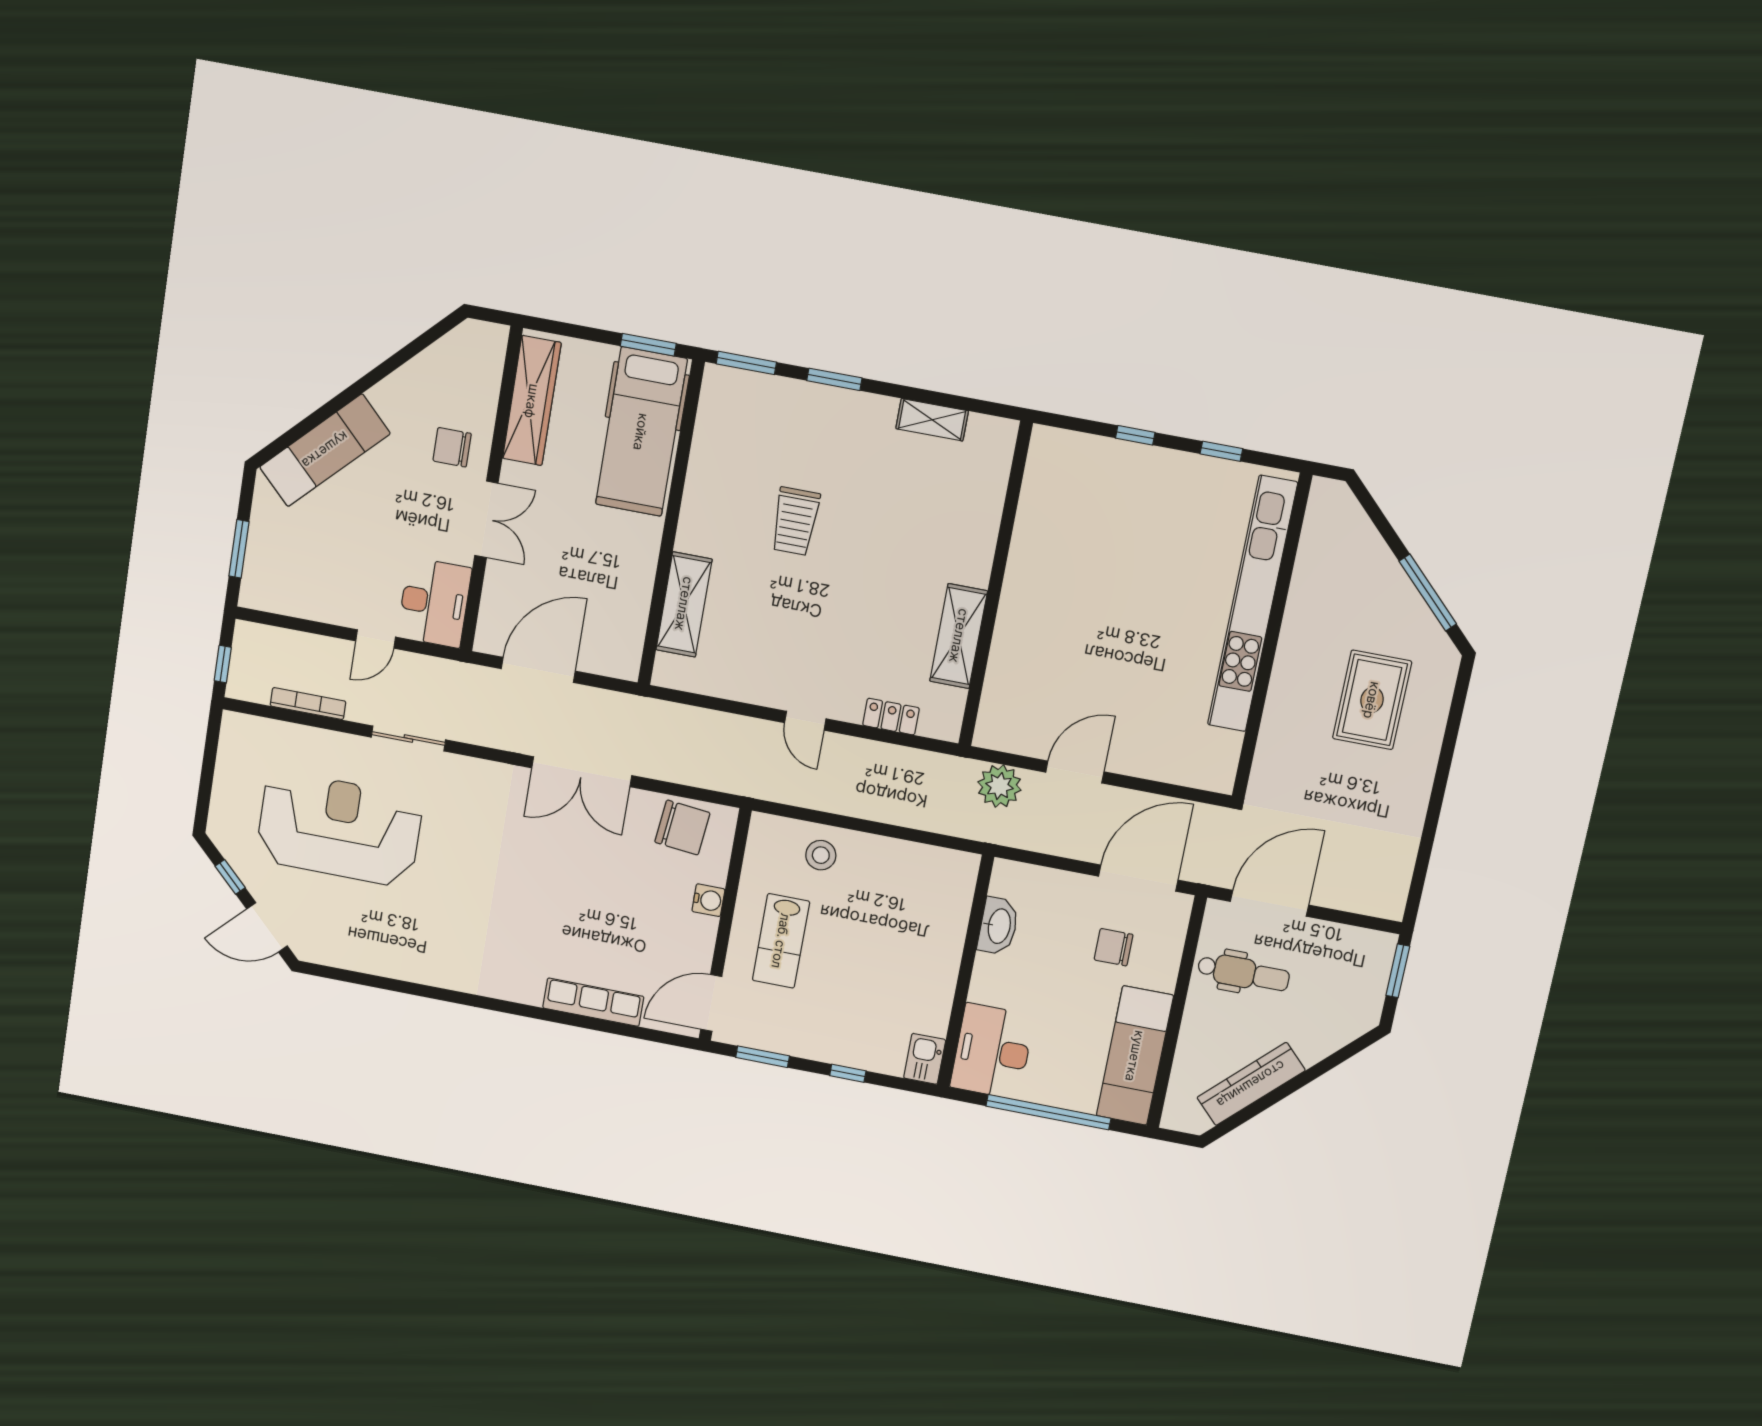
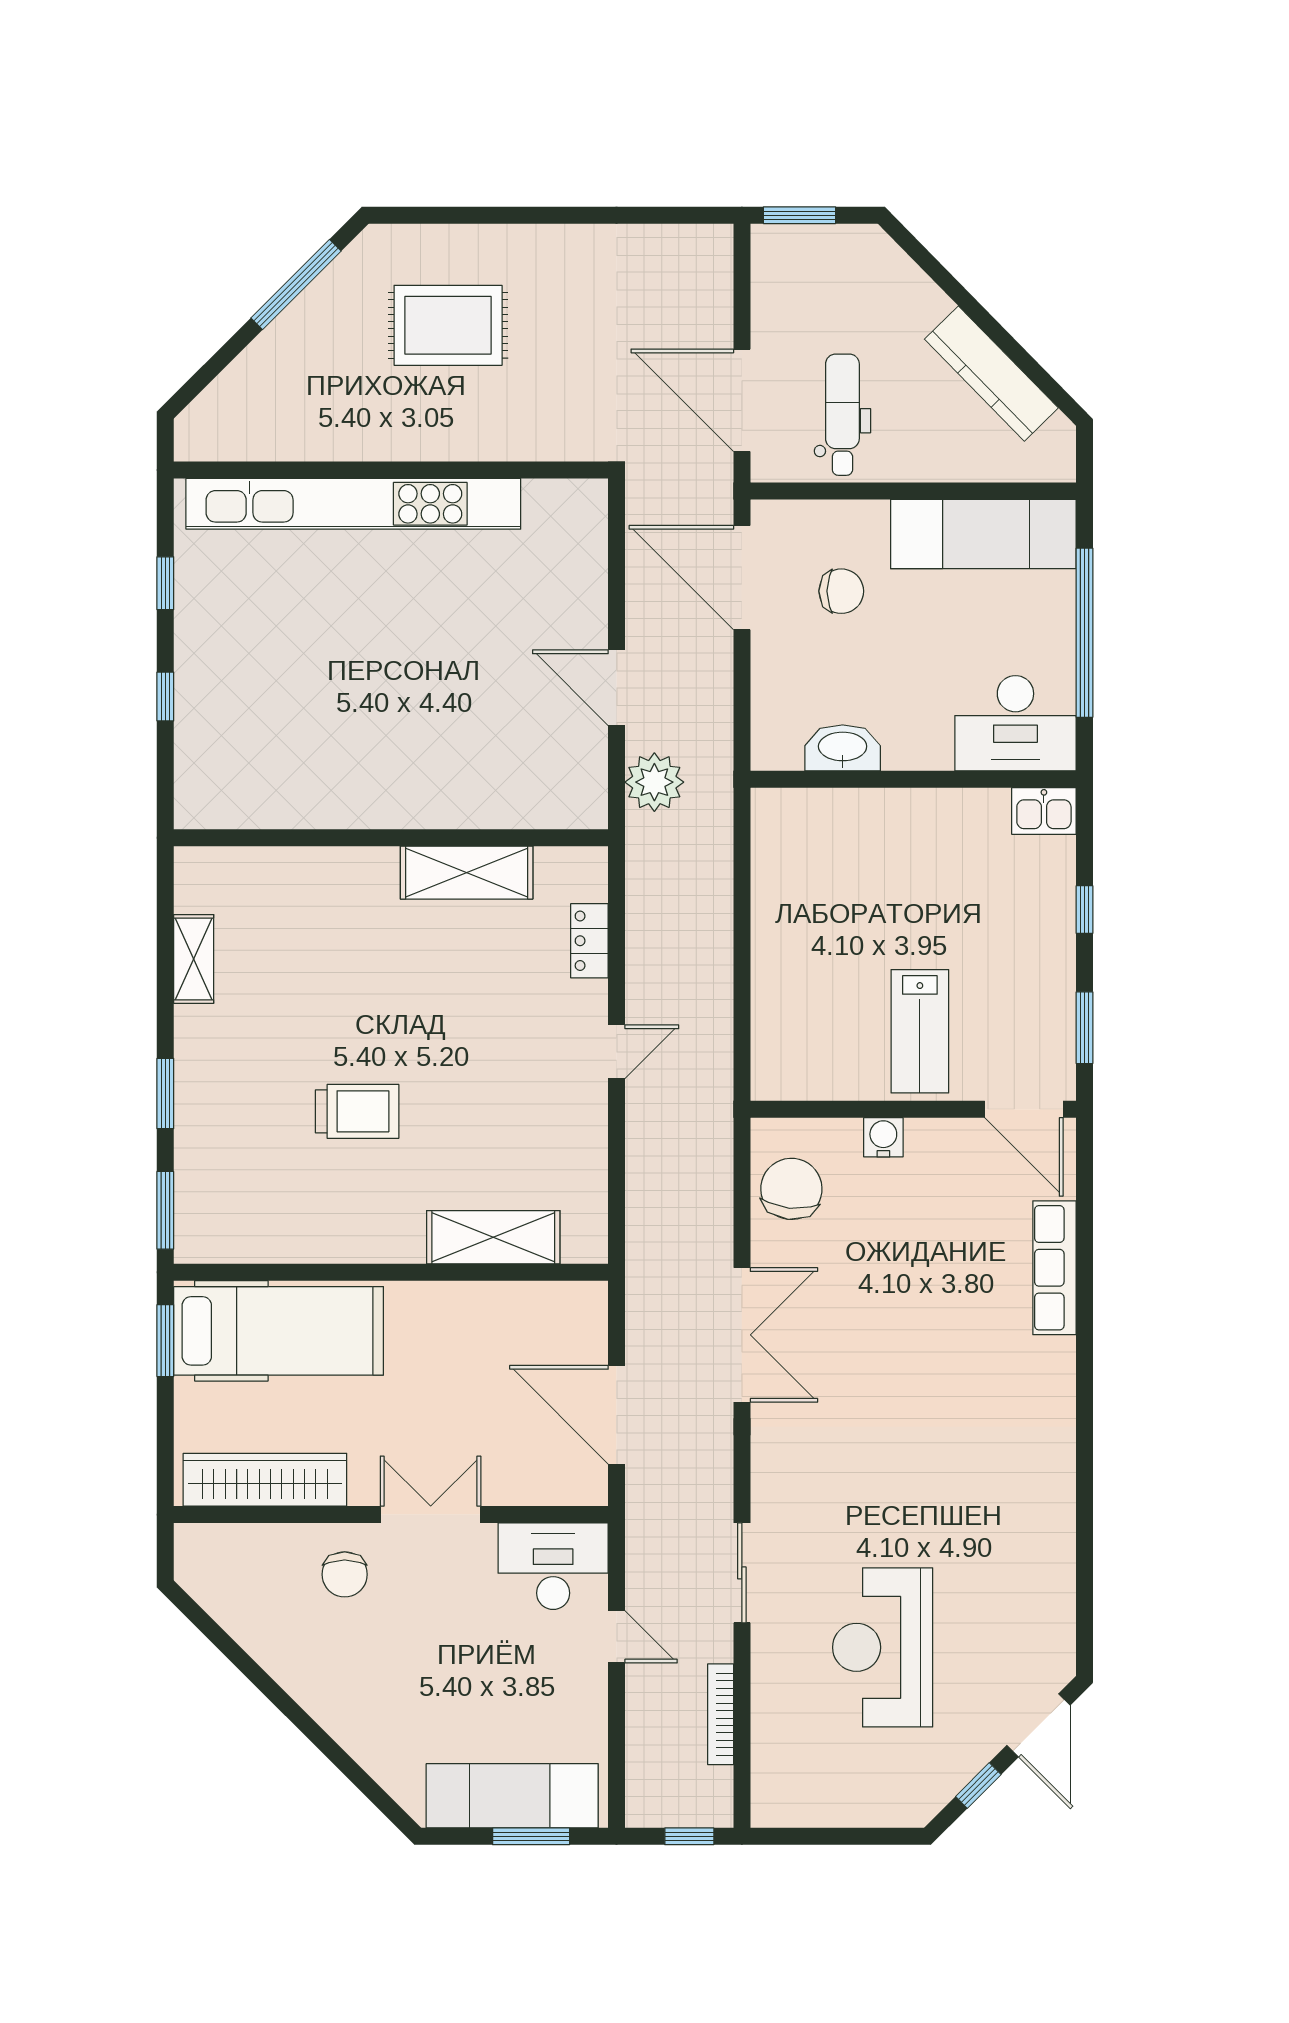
exam couch: (325, 450) -> (512, 1796), moved, turned -45
reception desk: (339, 829) -> (883, 1647), width x0.74, depth x0.77
stool: (821, 855) -> (793, 999), removed
lab bench: (781, 941) -> (920, 1031), turned 90
chair: (1114, 947) -> (841, 591), turned -90

